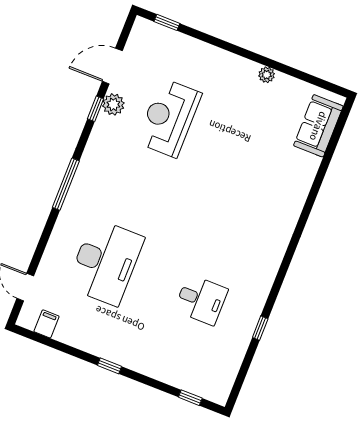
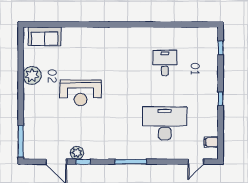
window: (167, 22) -> (21, 141), width x2.17
plant: (267, 75) -> (32, 76), width x1.88, depth x1.88
reception desk: (169, 118) -> (81, 93), moved
window: (260, 328) -> (168, 25), removed

